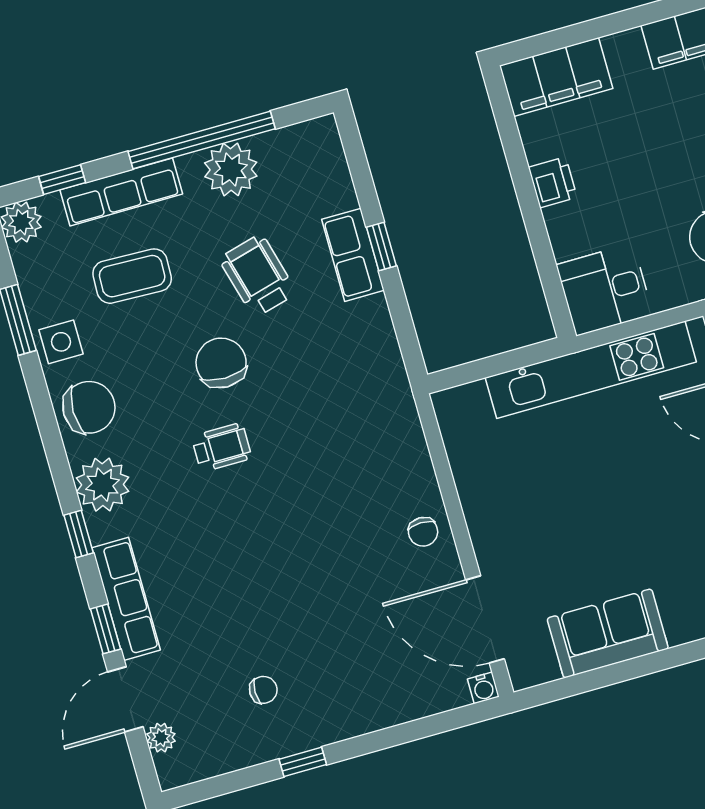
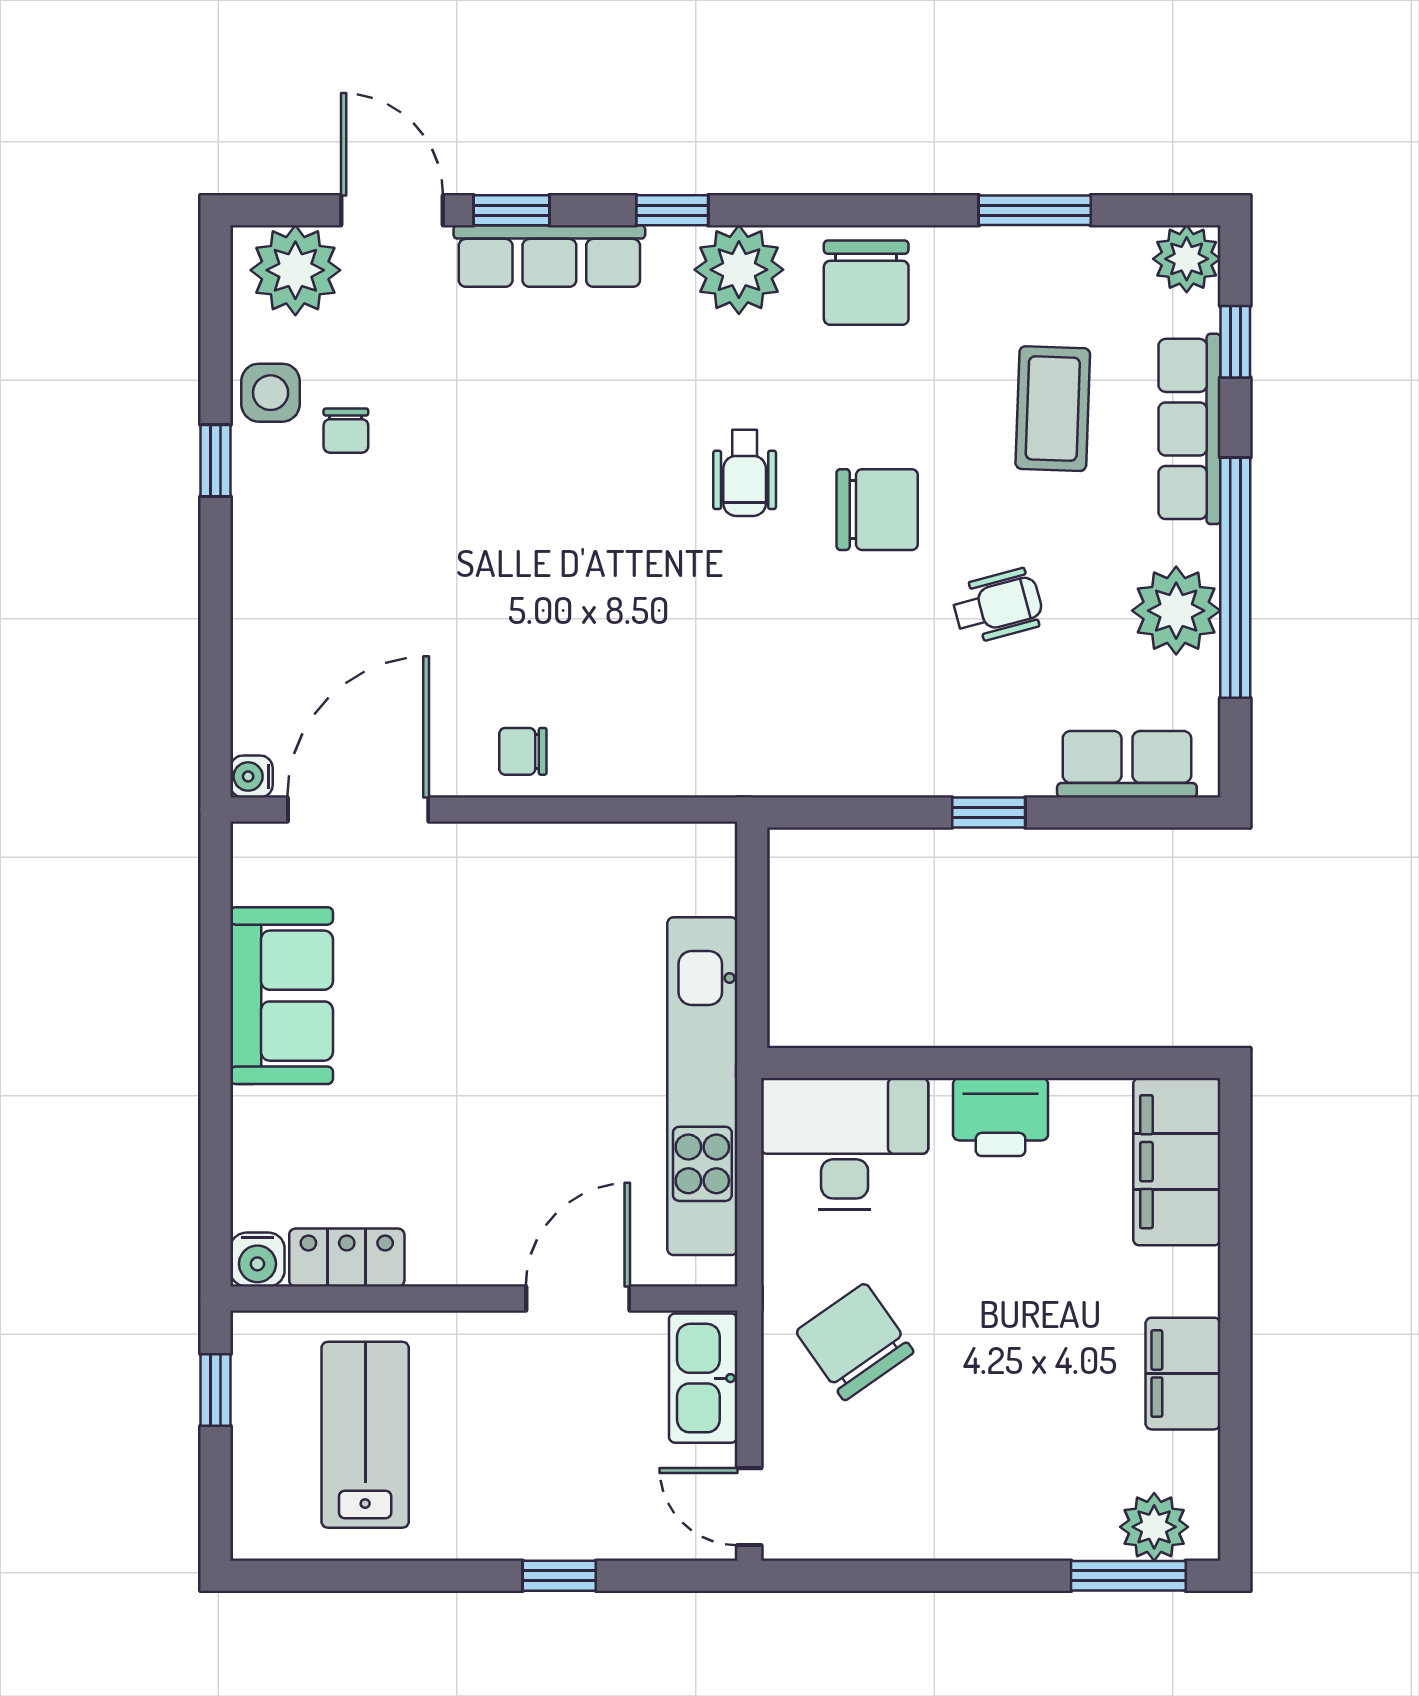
printer: (553, 182) -> (1001, 1117), width x1.36, depth x1.24
row of seats: (353, 255) -> (1127, 764), moved
wheelchair: (258, 276) -> (998, 606), width x0.73, depth x0.73
desk: (605, 290) -> (845, 1143), width x1.37
side table: (61, 342) -> (271, 393), moved
plant: (161, 738) -> (295, 270), width x1.88, depth x1.88

